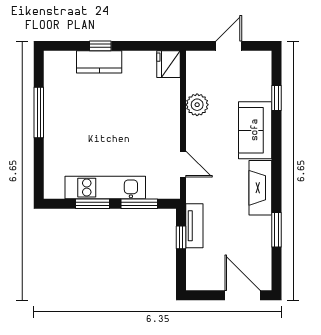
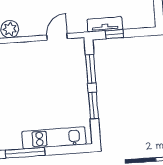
kitchen unit: (105, 188) -> (54, 138), moved, turned 90

